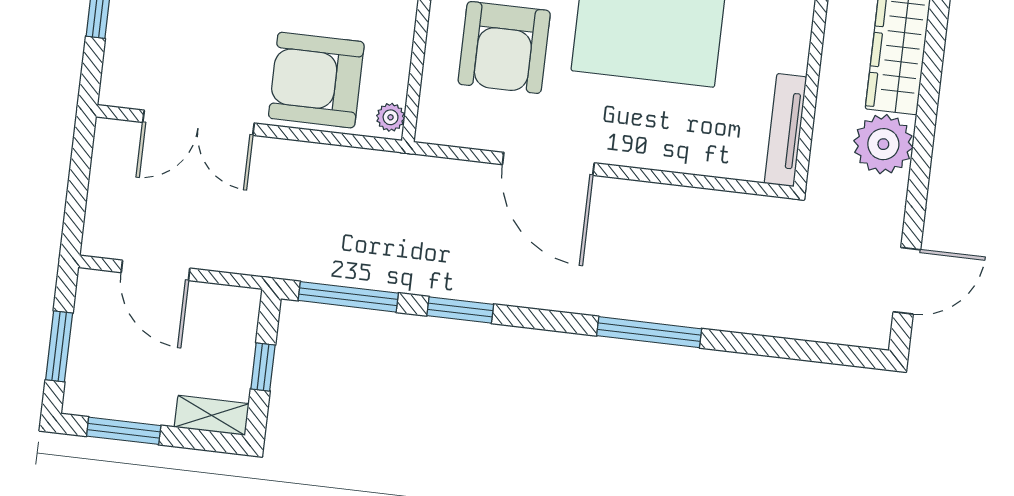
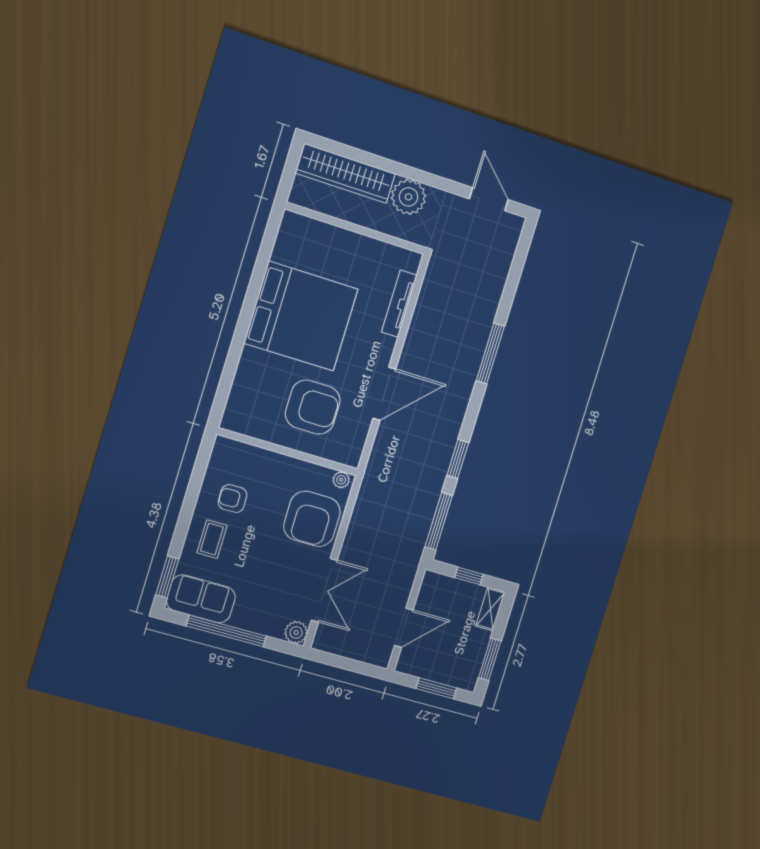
plant: (119, 88) -> (296, 632), added
tv unit: (785, 130) -> (399, 304), moved, turned 90

